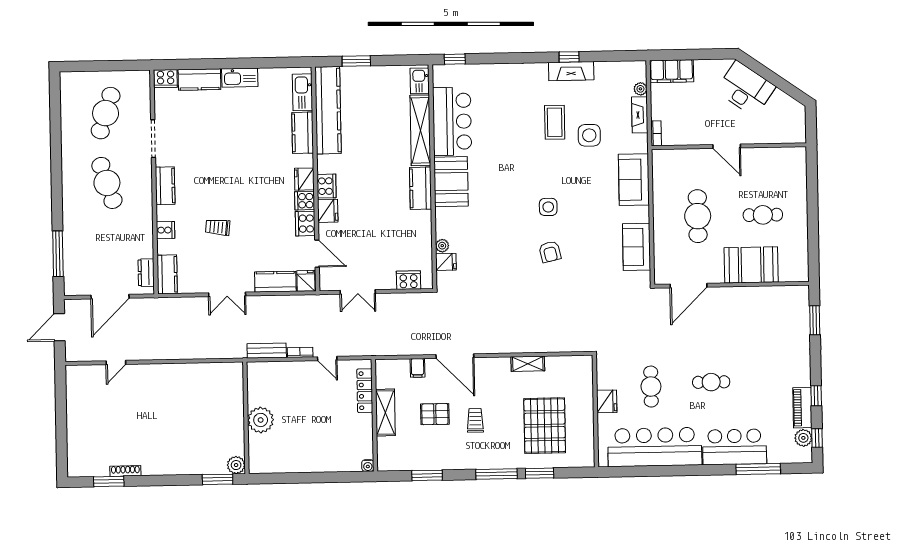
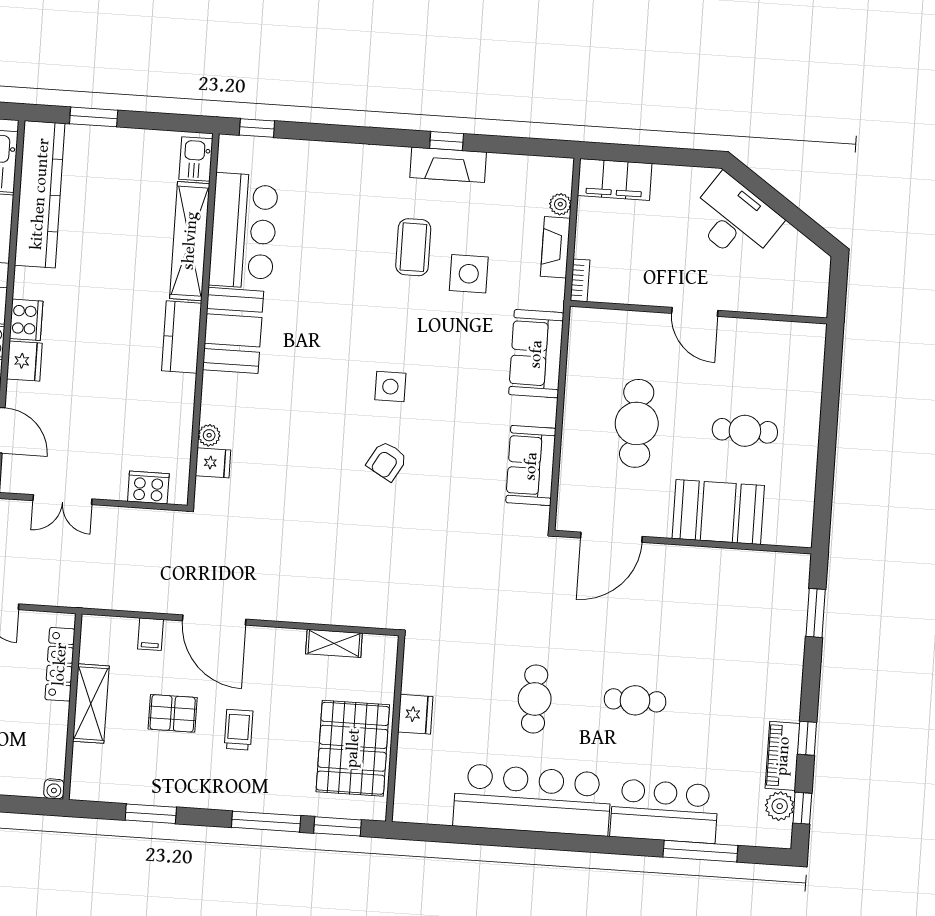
armchair: (550, 252) -> (387, 461), turned 43
fridge: (607, 401) -> (415, 714), moved
wall: (595, 411) -> (395, 729), moved

